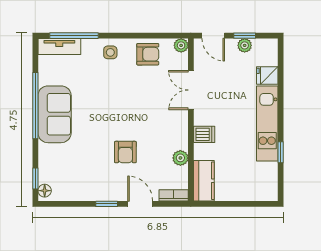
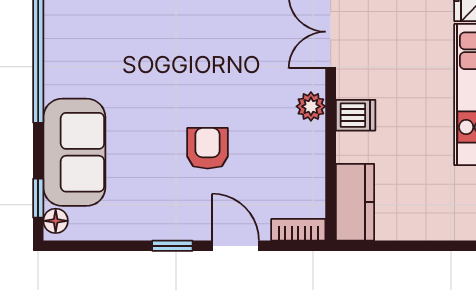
sofa: (55, 114) -> (74, 152), moved
armchair: (125, 152) -> (208, 148), turned 180
plant: (180, 158) -> (311, 106), moved

